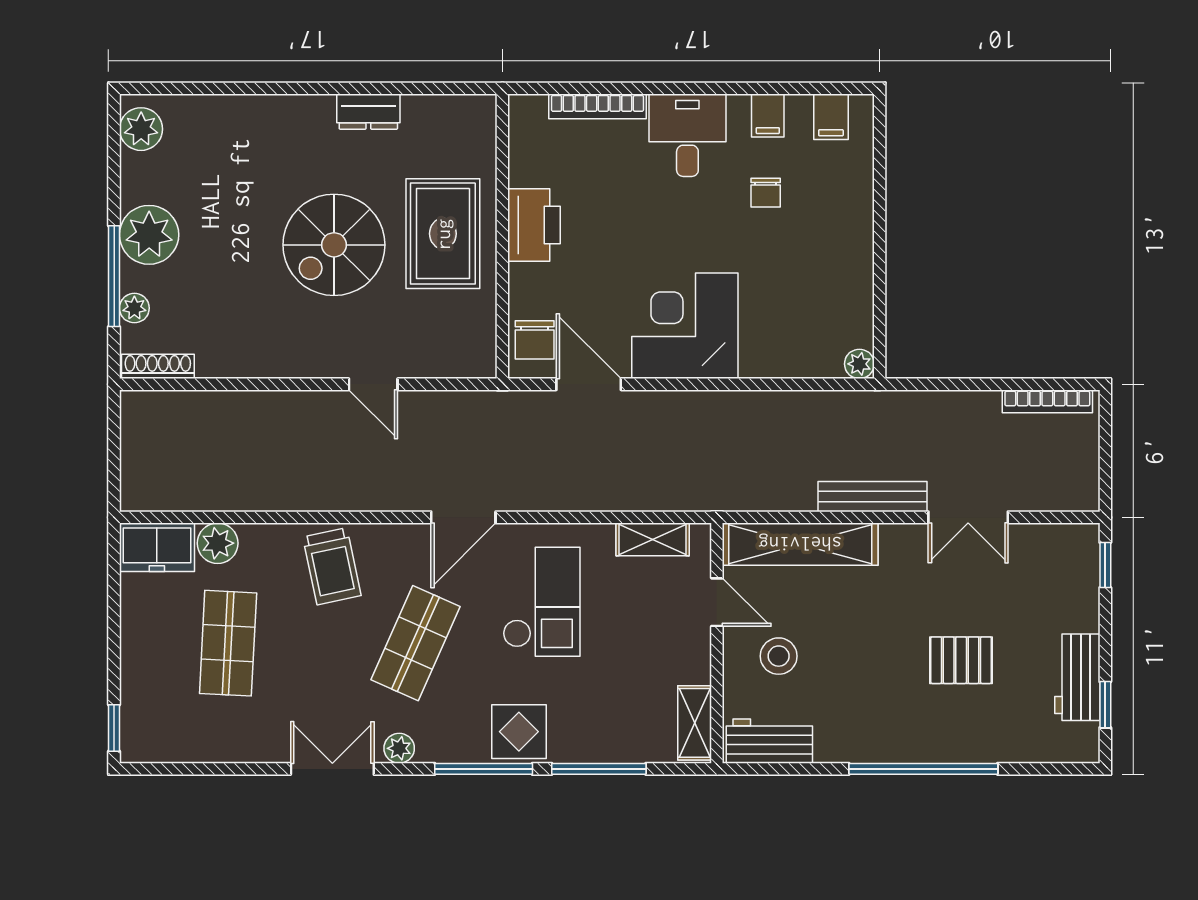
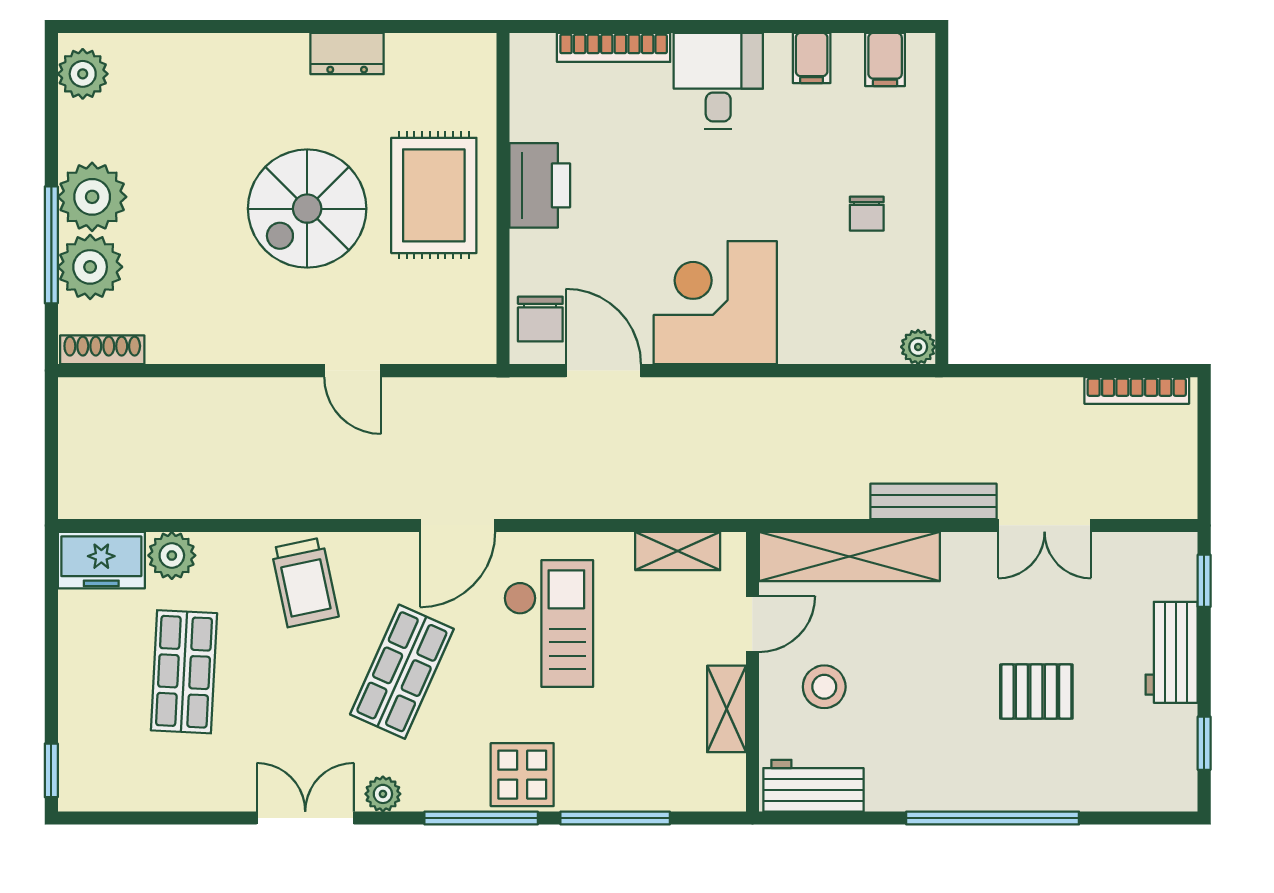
chair: (766, 193) -> (867, 214), moved
plant: (134, 308) -> (90, 267), width x1.87, depth x1.87
door: (717, 602) -> (752, 624), hinge flipped
workbench: (1077, 677) -> (1172, 652), moved
shelving: (695, 723) -> (727, 709), moved

